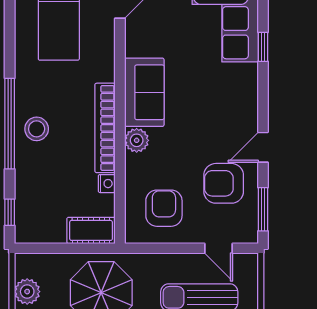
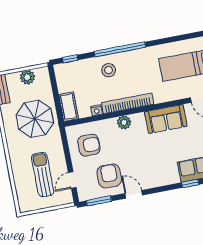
sofa: (144, 92) -> (166, 119), moved
stool: (37, 129) -> (109, 70), moved

